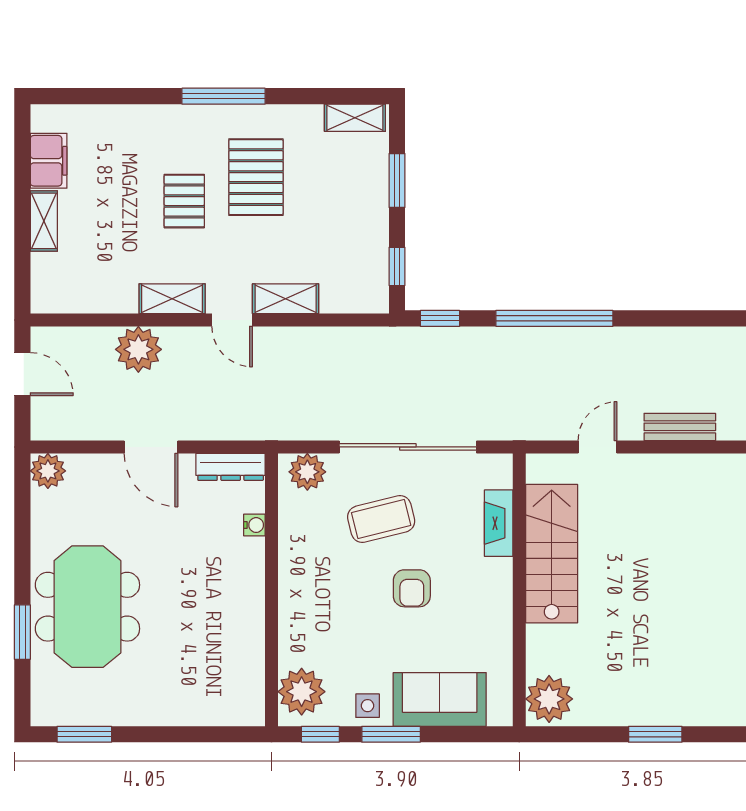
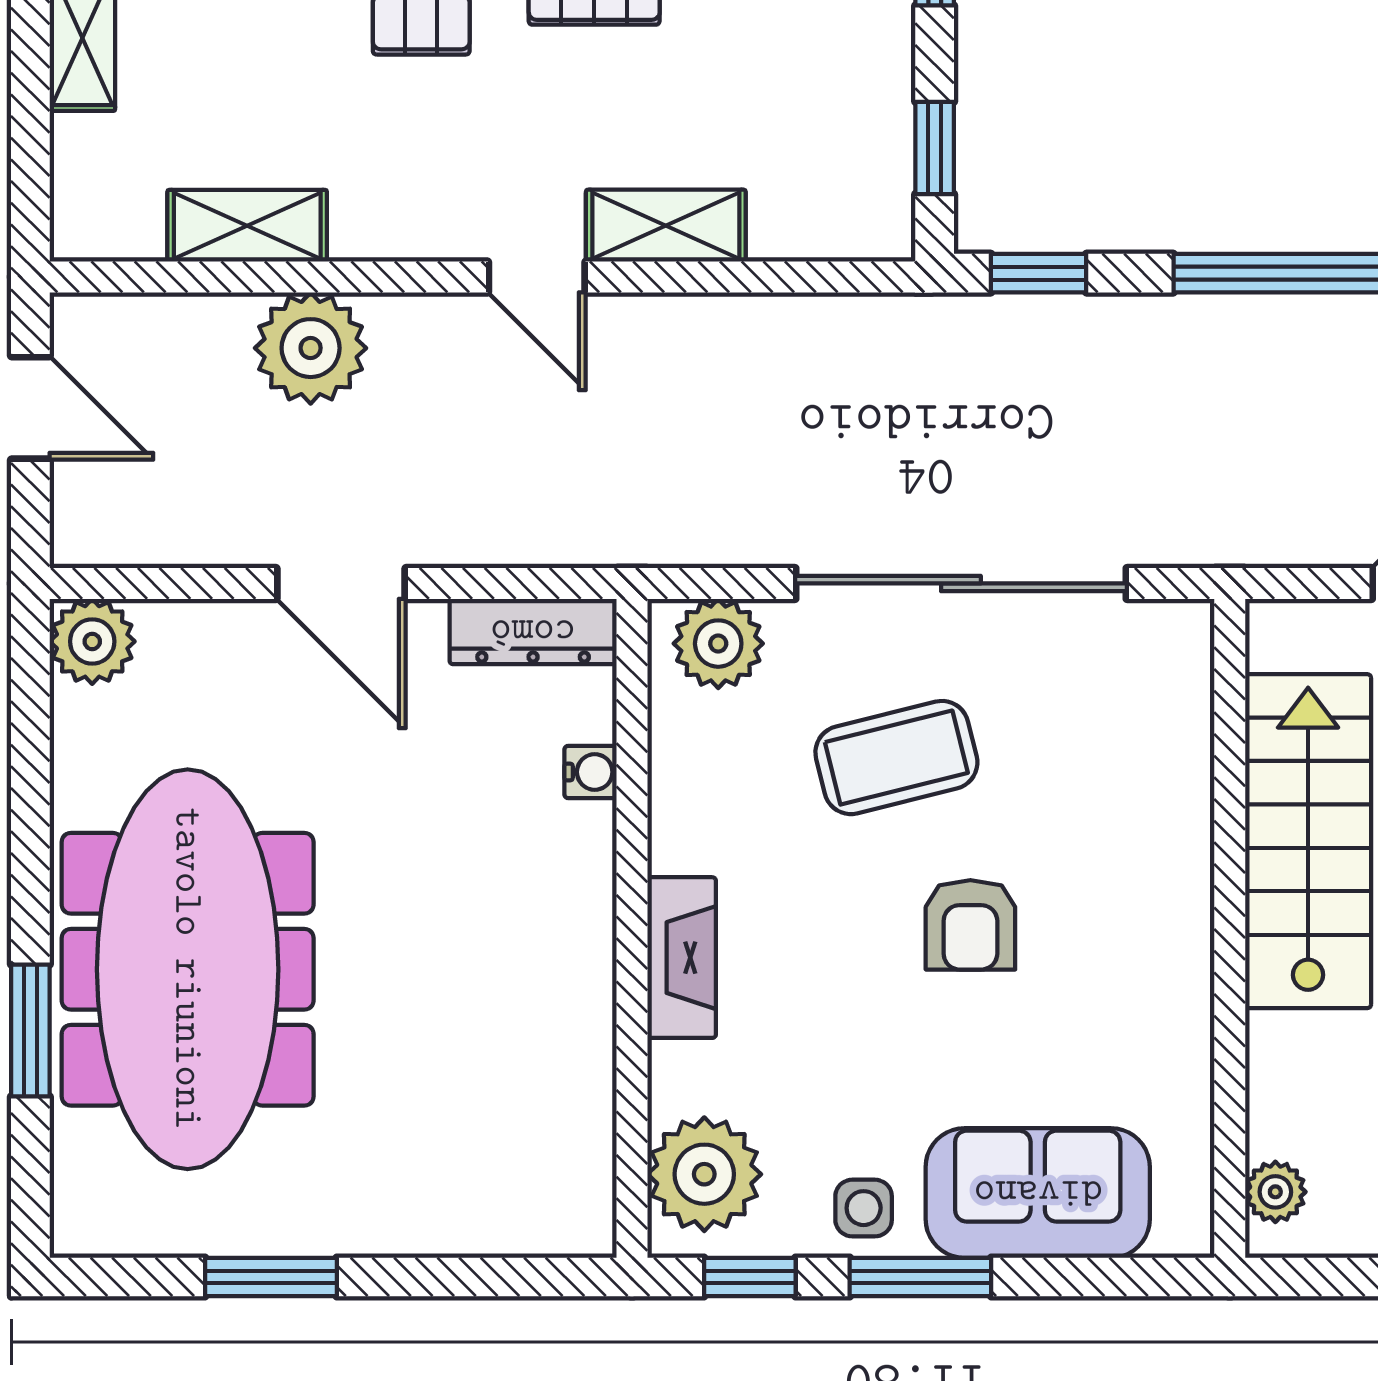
shelving: (172, 299) -> (247, 226), moved
fireplace: (499, 523) -> (682, 958), moved, turned 180
meeting table: (87, 607) -> (188, 969), width x1.36
plant: (549, 699) -> (1275, 1192), width x0.53, depth x0.53
window: (84, 734) -> (271, 1277), moved

